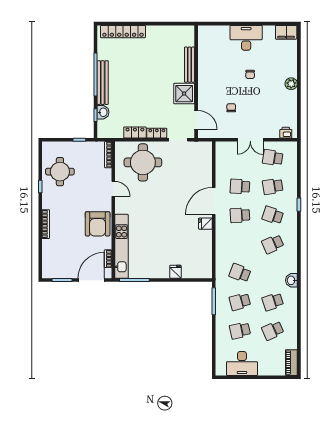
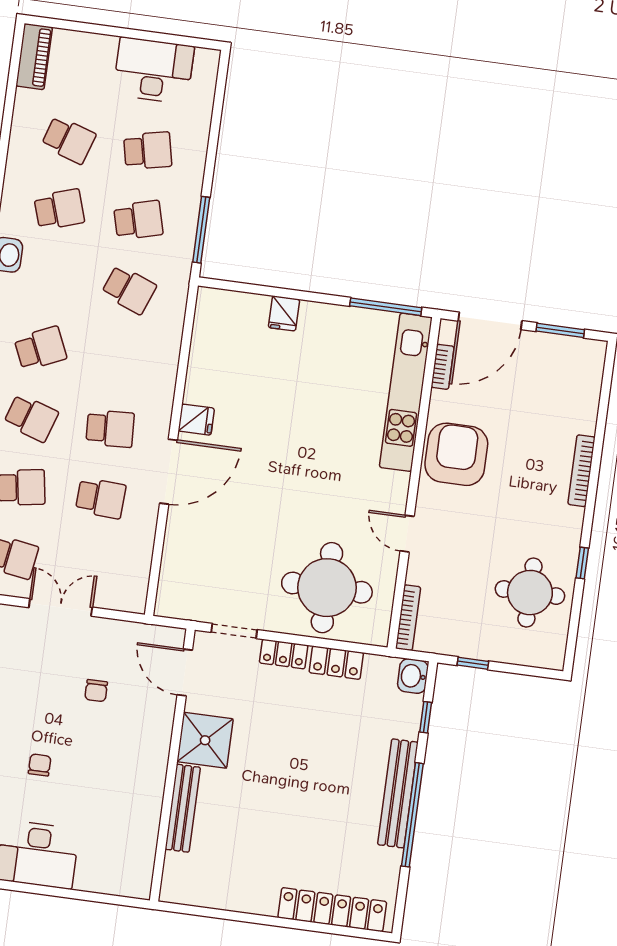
washbasin: (103, 112) -> (413, 676), moved
school desk: (273, 331) -> (69, 140), turned 42

